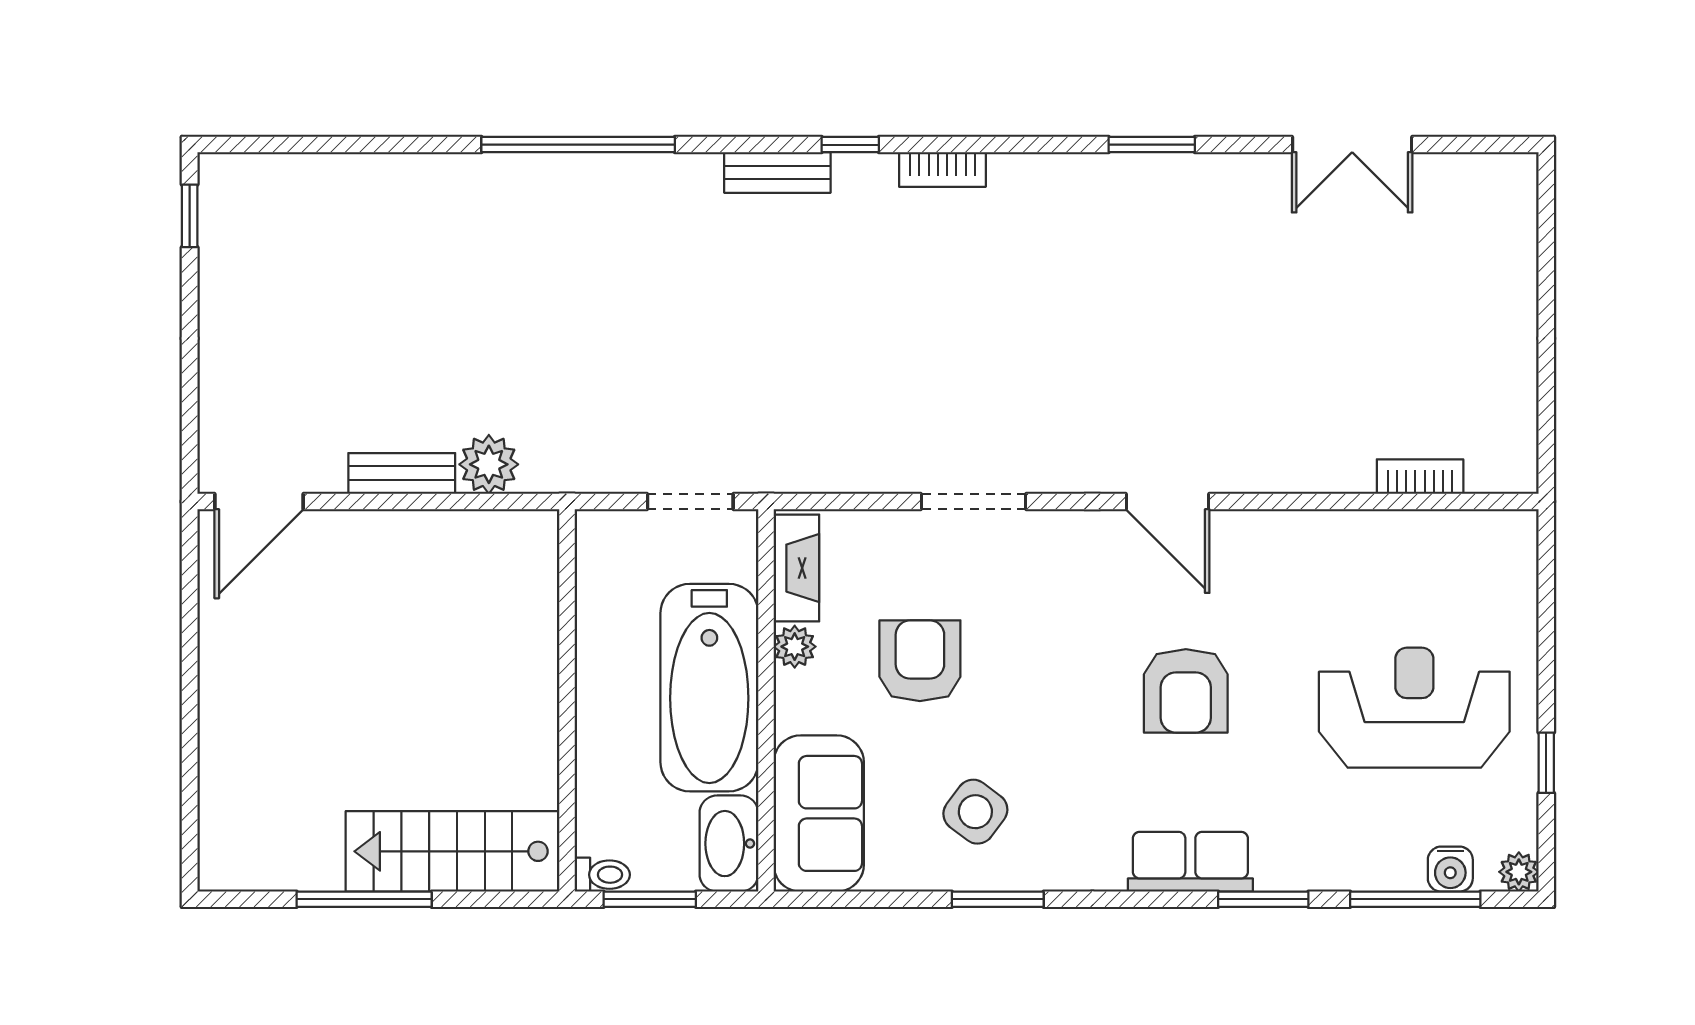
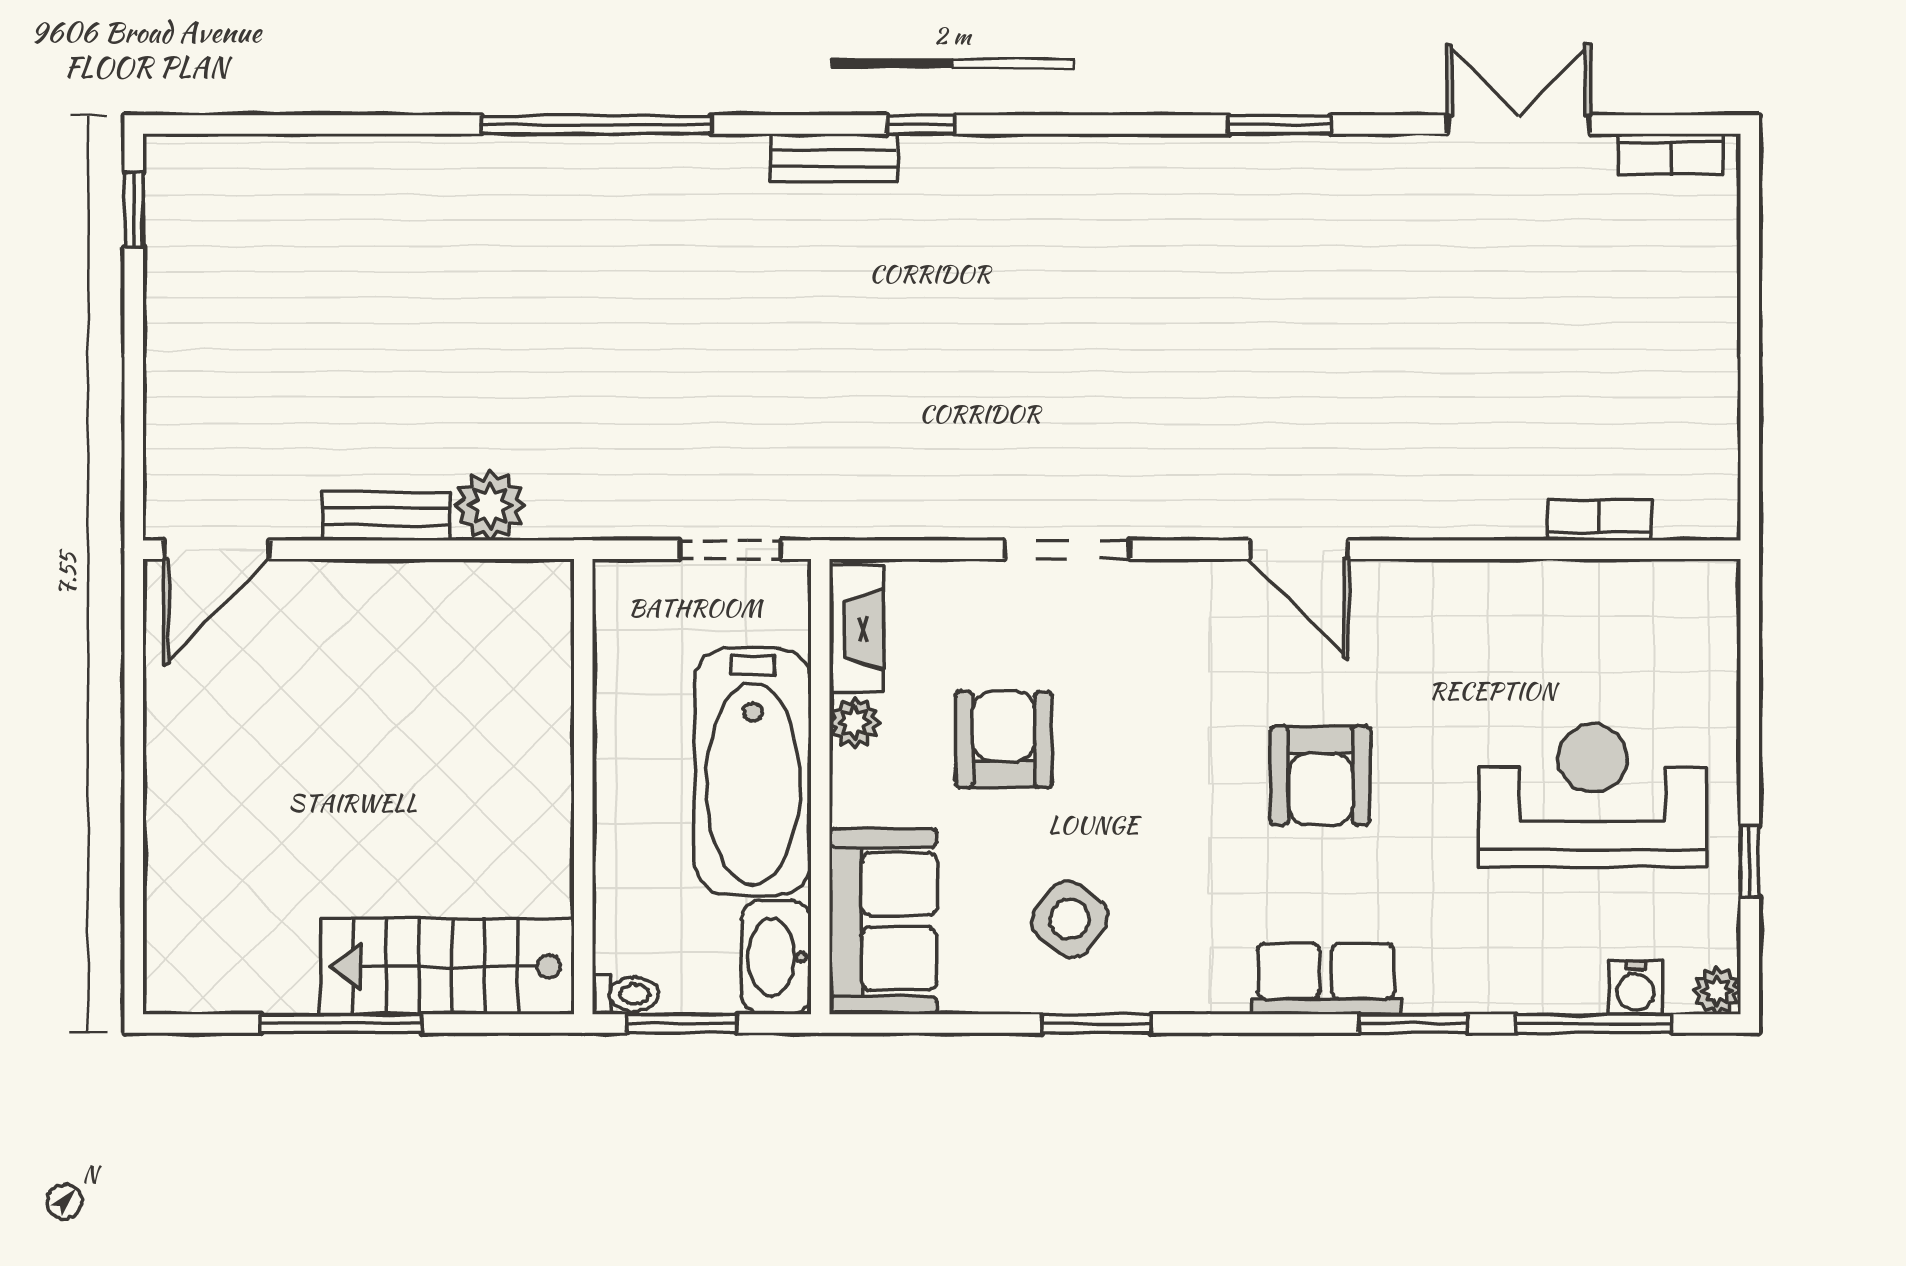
double door: (1352, 145) -> (1519, 125), swing flipped
bookcase: (942, 170) -> (1671, 154), moved

